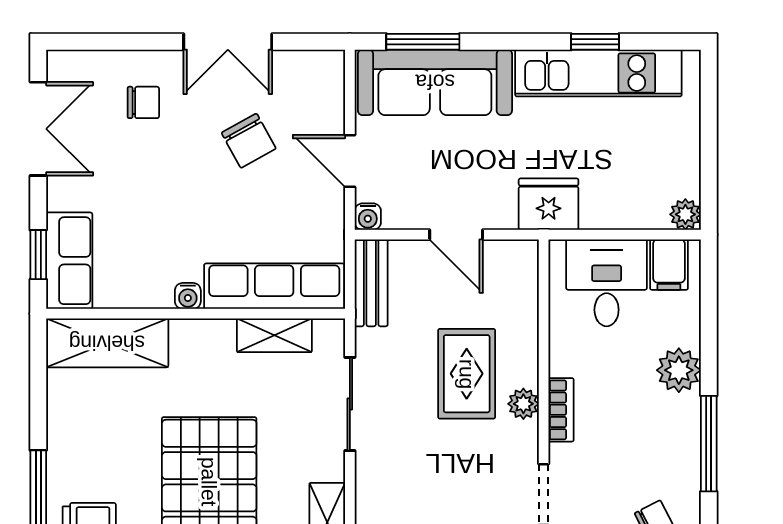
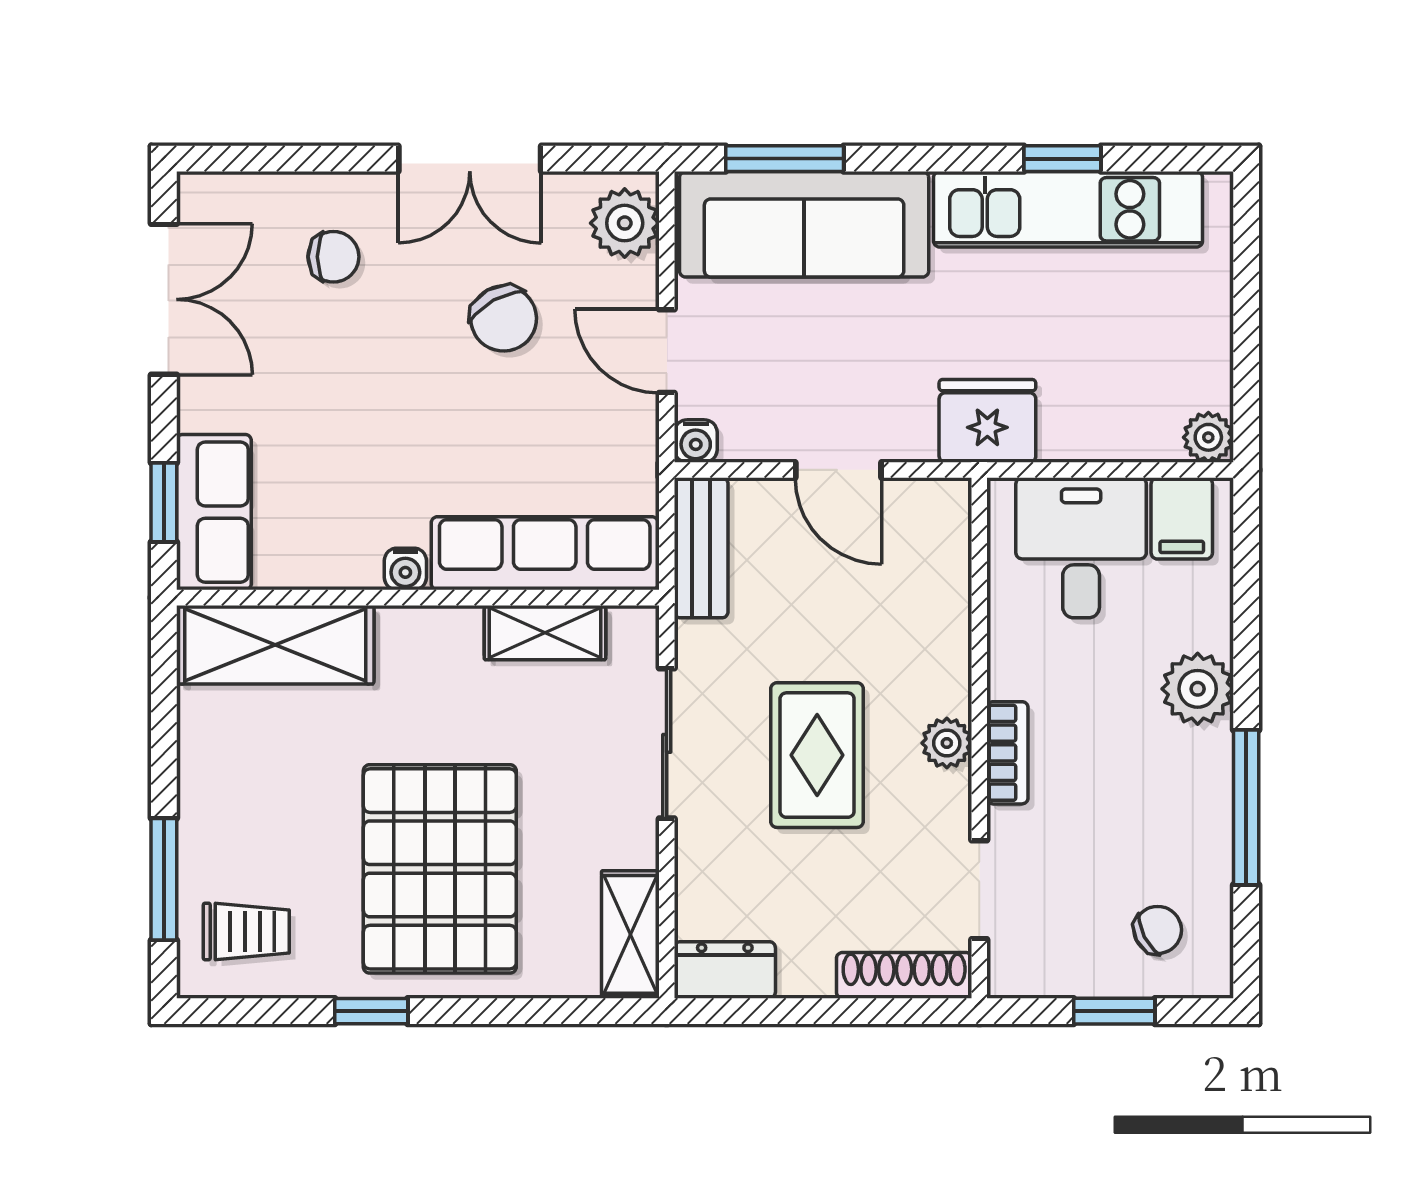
plant: (324, 82) -> (625, 223), added
rug: (467, 374) -> (817, 755), moved

